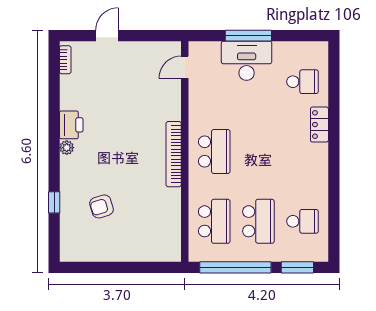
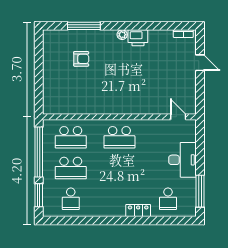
window: (248, 36) -> (200, 191), moved
bookcase: (174, 154) -> (118, 109), removed
window: (54, 202) -> (84, 26), width x2.17
armchair: (101, 206) -> (81, 59), turned 107

